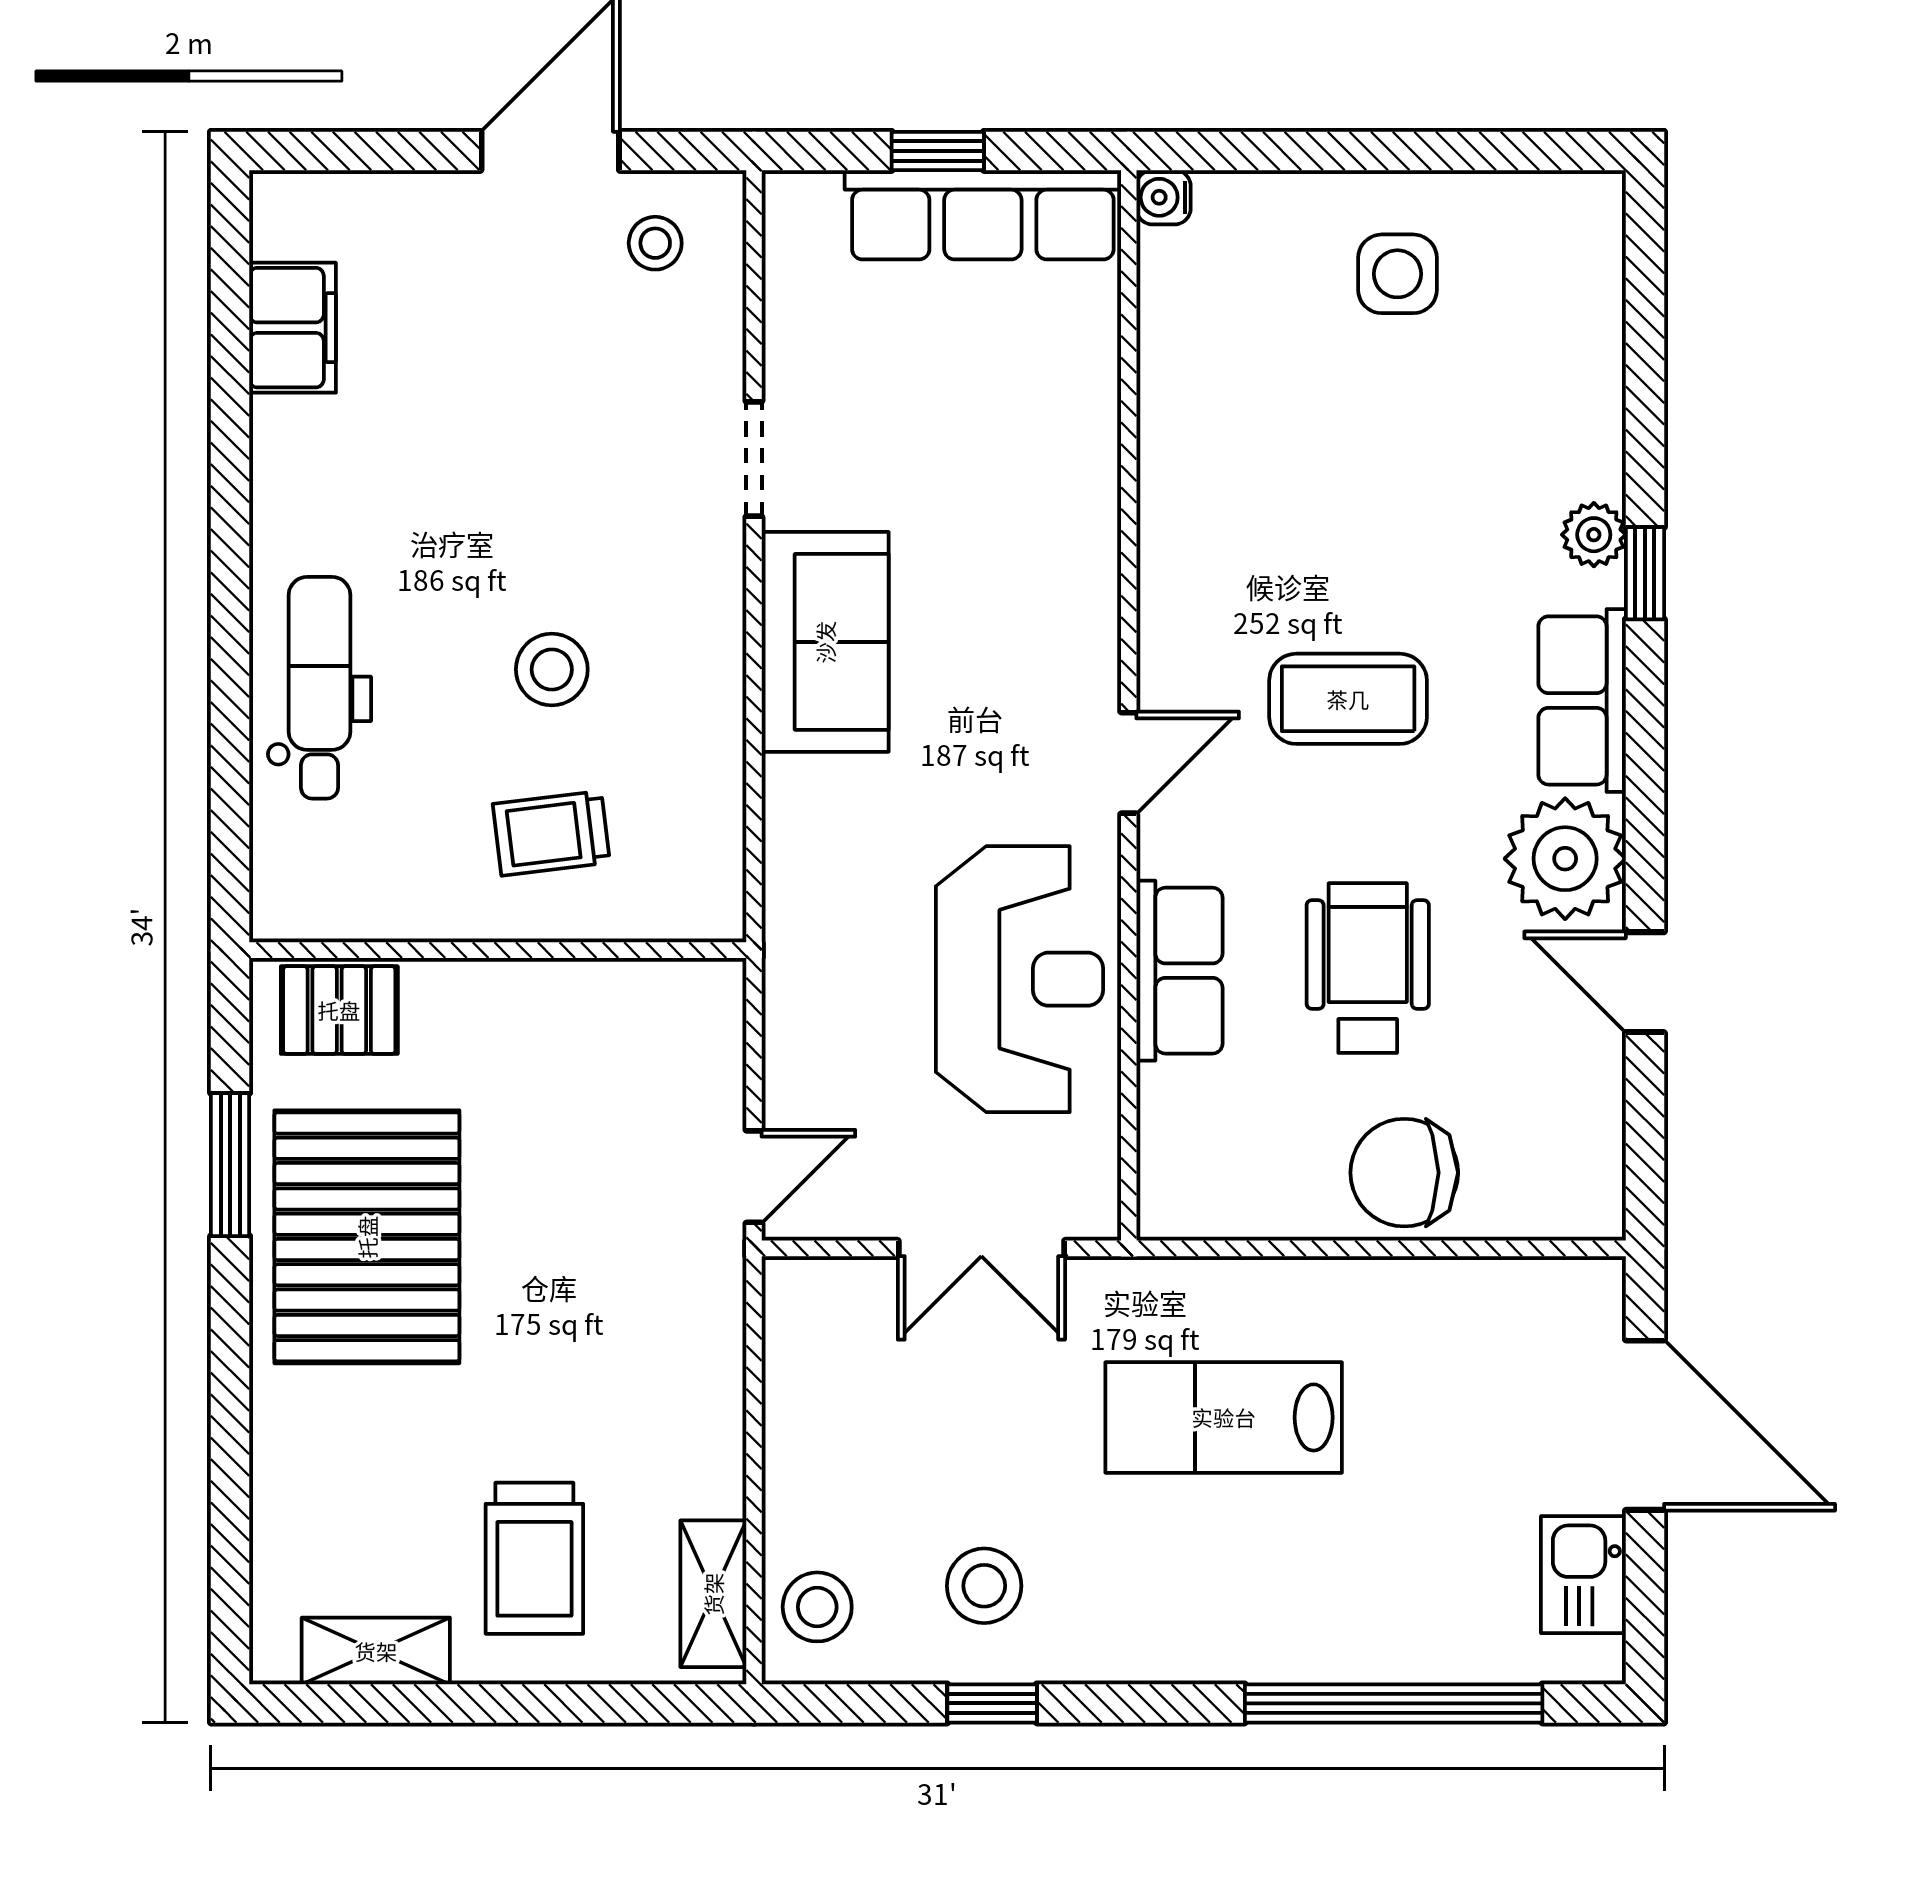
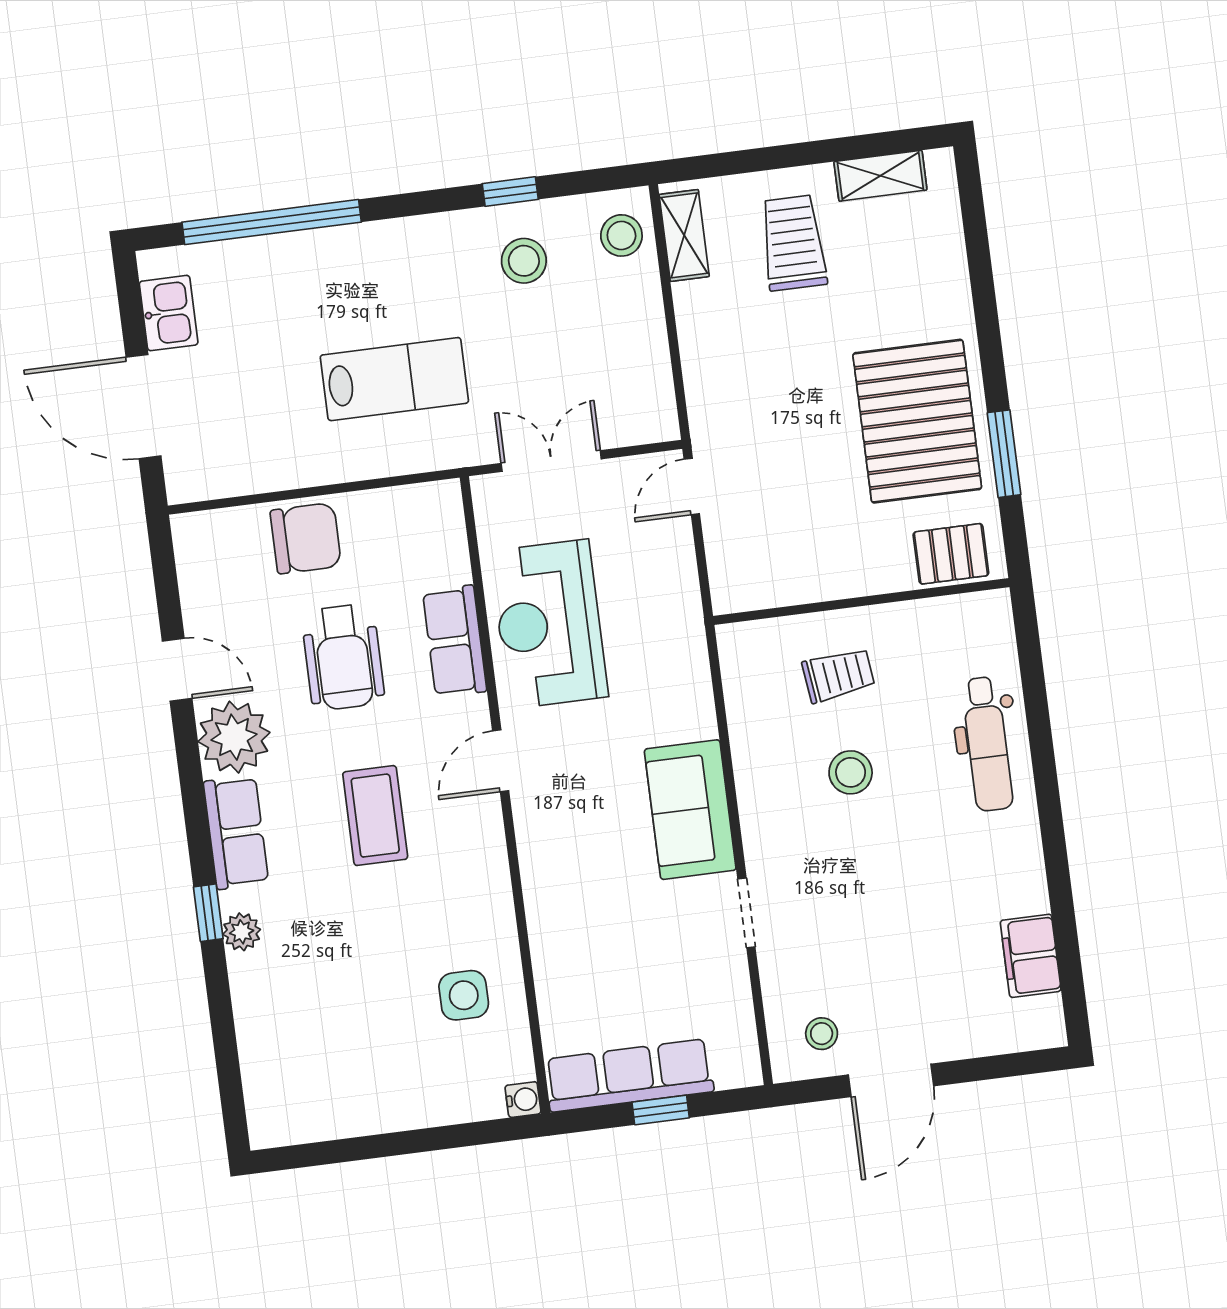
side table: (1397, 274) -> (464, 995), moved
coffee table: (1348, 699) -> (375, 816), turned 90

